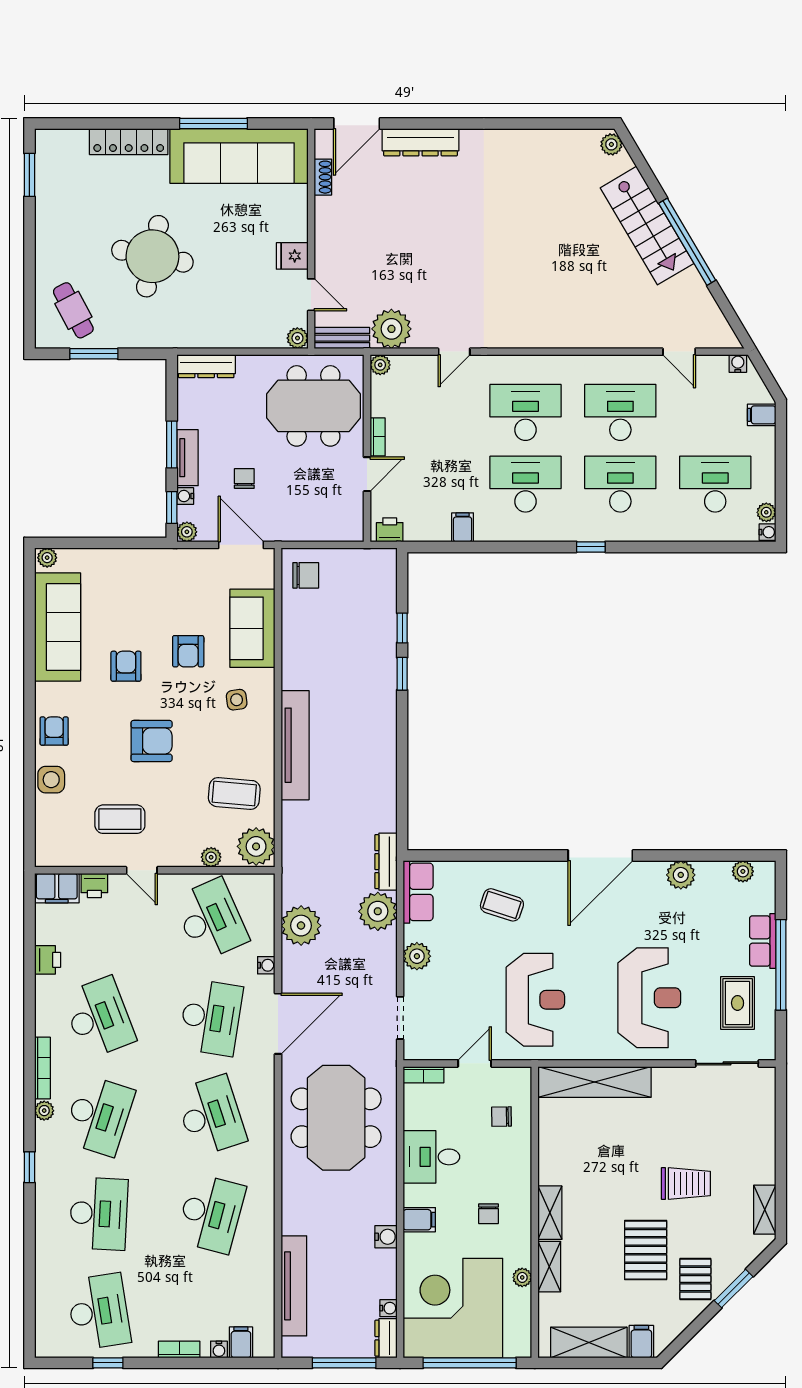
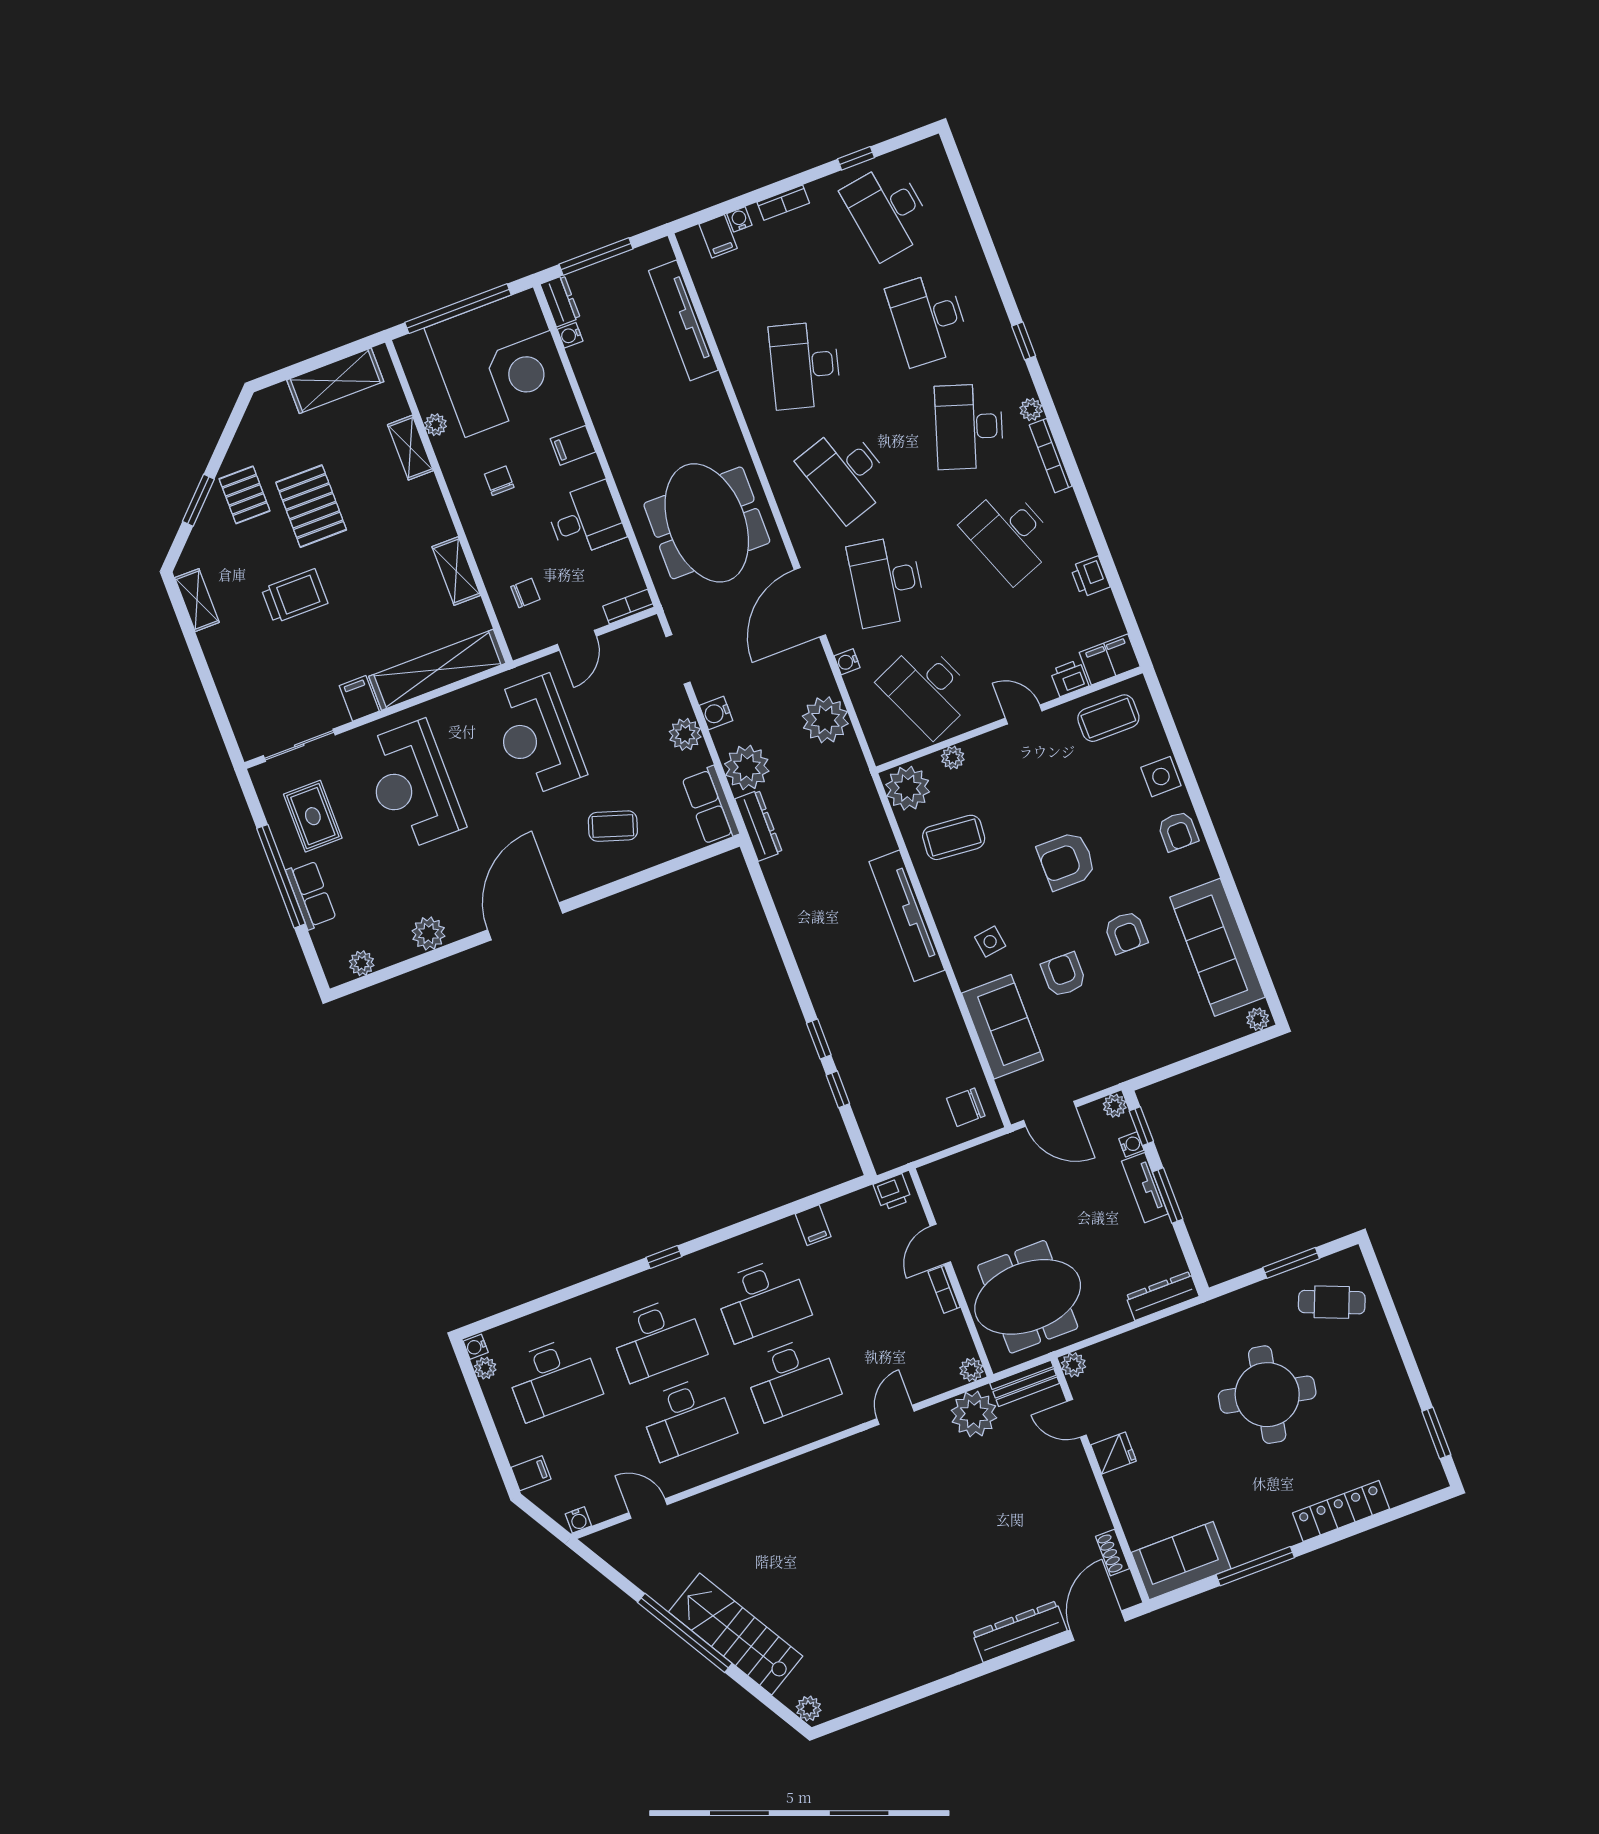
sofa: (239, 156) -> (1181, 1561), width x0.54, depth x0.79
cafe table: (73, 310) -> (1332, 1302), turned -40
chair: (244, 479) -> (1074, 1188), removed
coffee table: (120, 819) -> (1108, 718), moved
trolley: (686, 1184) -> (294, 596), turned 180
shelving: (550, 1213) -> (456, 571), moved
water cooler: (386, 1237) -> (716, 713), moved
filing cabinet: (641, 1342) -> (359, 698), moved, turned 180

